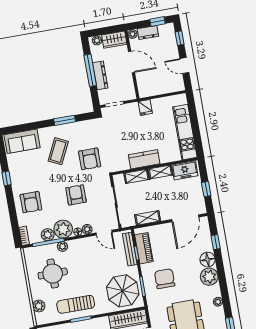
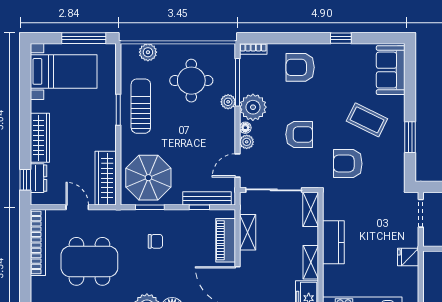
shelving: (136, 176) -> (311, 209), moved
plant: (48, 235) -> (249, 83), removed
piano: (144, 248) -> (226, 240), moved, turned 90
chair: (165, 279) -> (155, 241), width x0.54, depth x0.54

